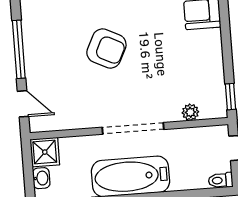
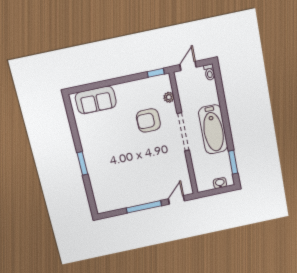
armchair: (106, 49) -> (148, 120), moved, turned -116
shower: (45, 152) -> (204, 183), removed

